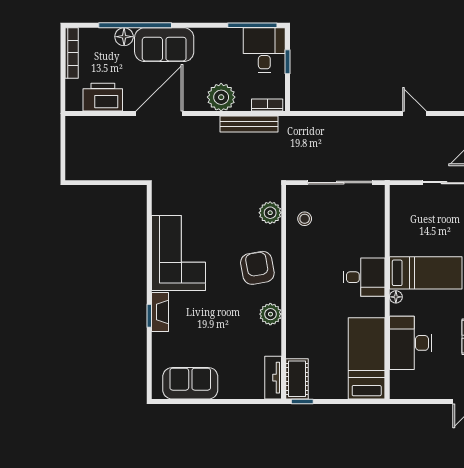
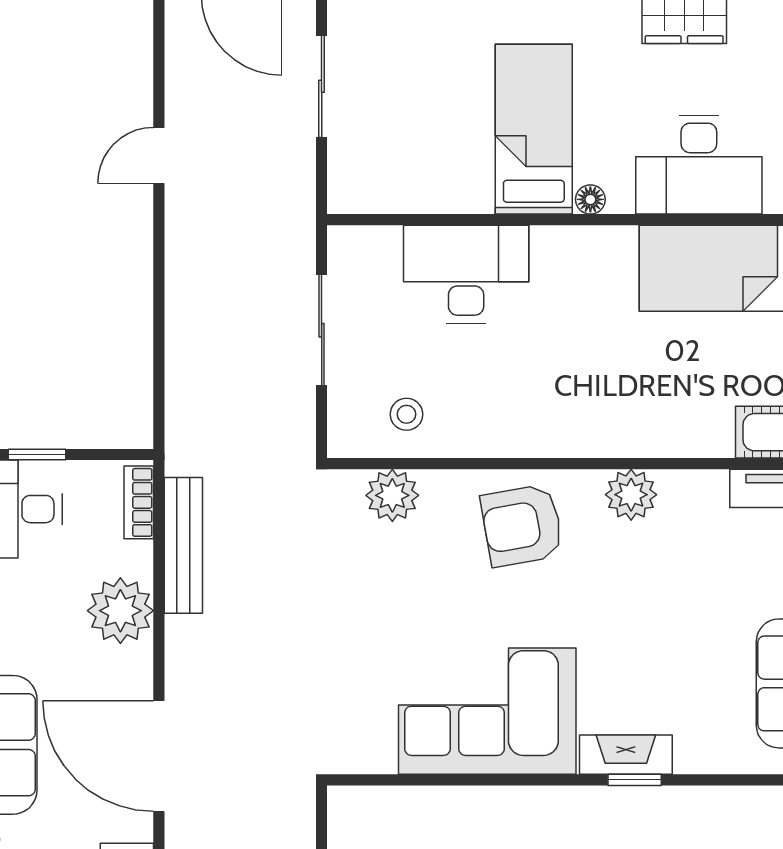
sliding door: (340, 183) -> (322, 330), width x0.73
desk: (364, 277) -> (466, 274), moved, width x1.37

